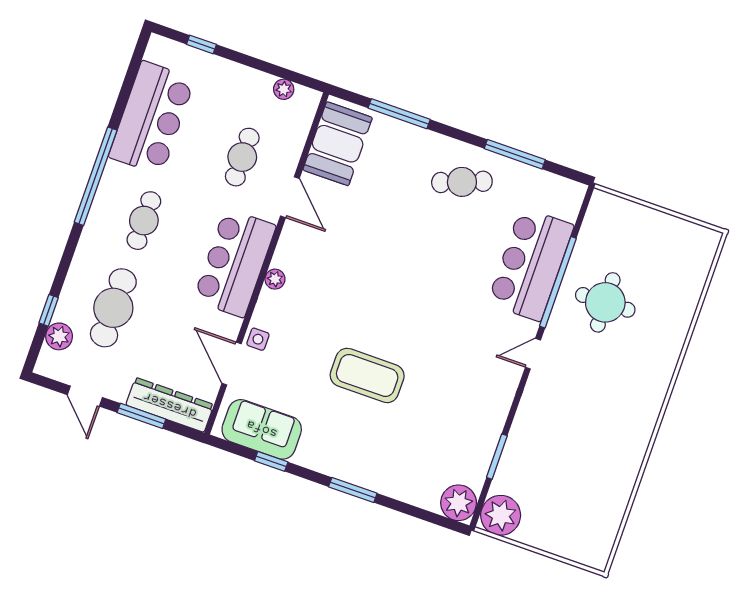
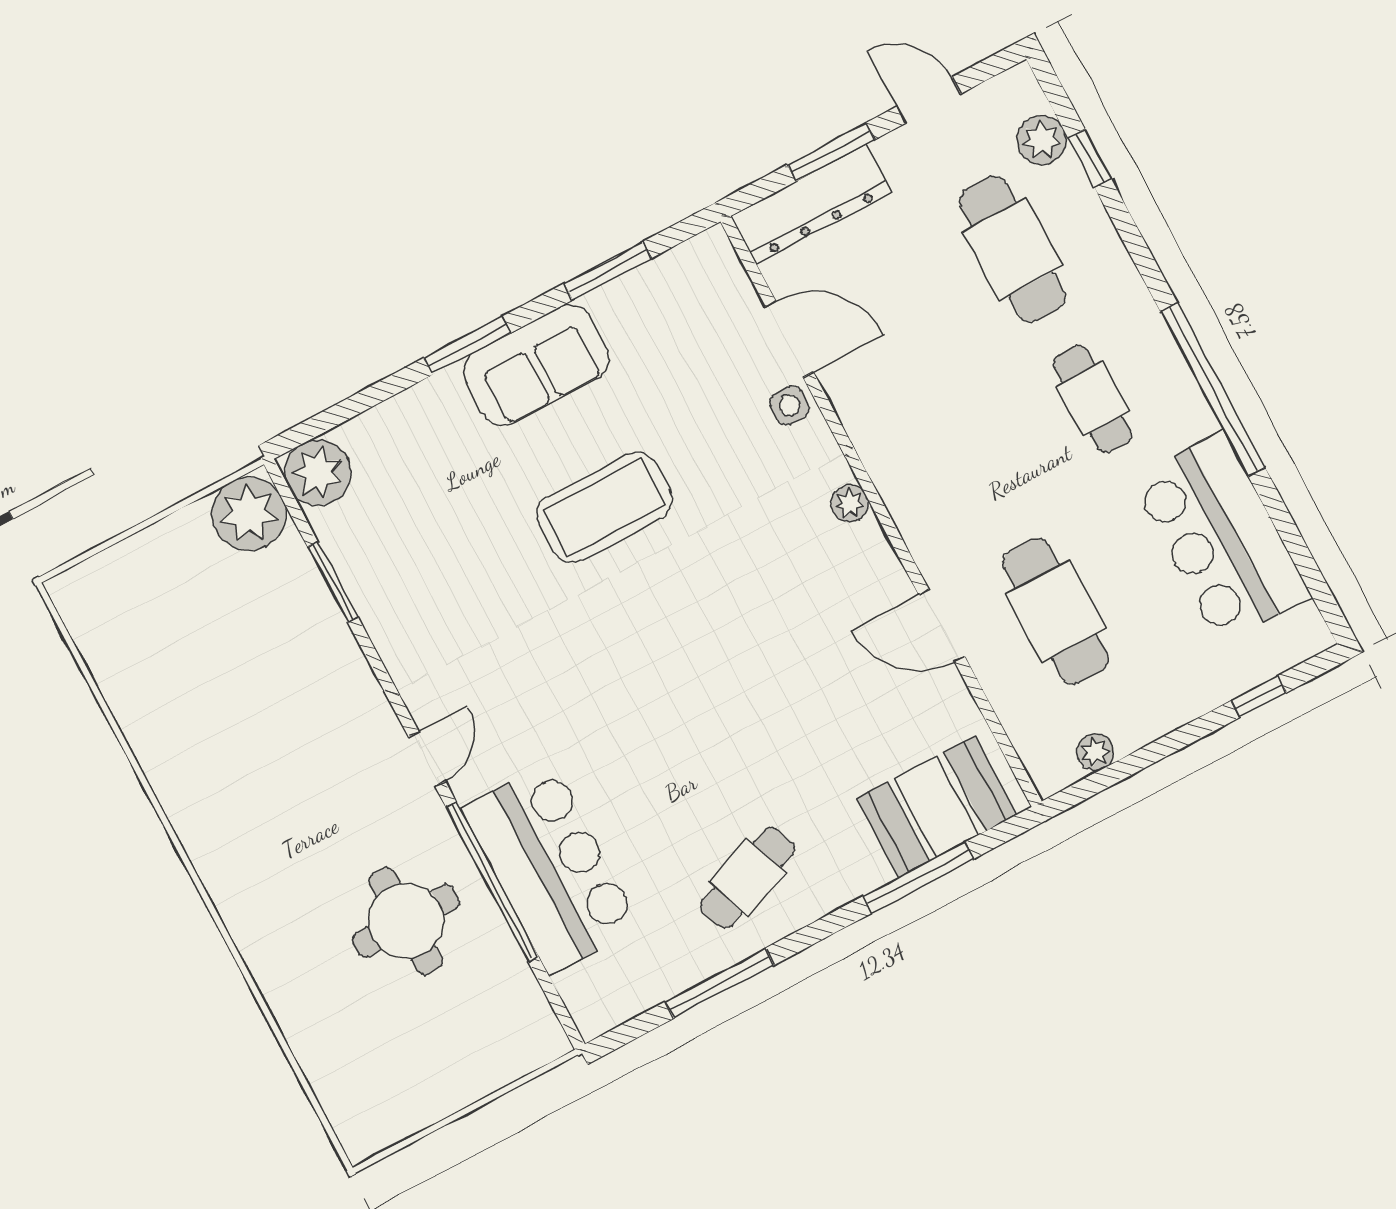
booth: (338, 144) -> (937, 807), moved, turned 90
cafe table: (242, 157) -> (1055, 611), width x1.37, depth x1.35
bar counter: (235, 263) -> (922, 469), removed
sofa: (262, 429) -> (537, 365), moved
window: (271, 461) -> (608, 271), width x1.50

